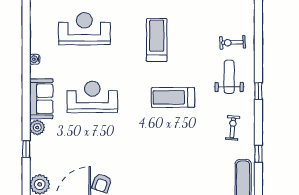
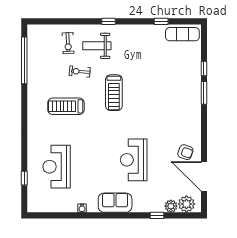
reception desk: (92, 97) -> (134, 160), moved
plant: (37, 127) -> (171, 206), moved
exercise bike: (233, 128) -> (80, 71), moved

